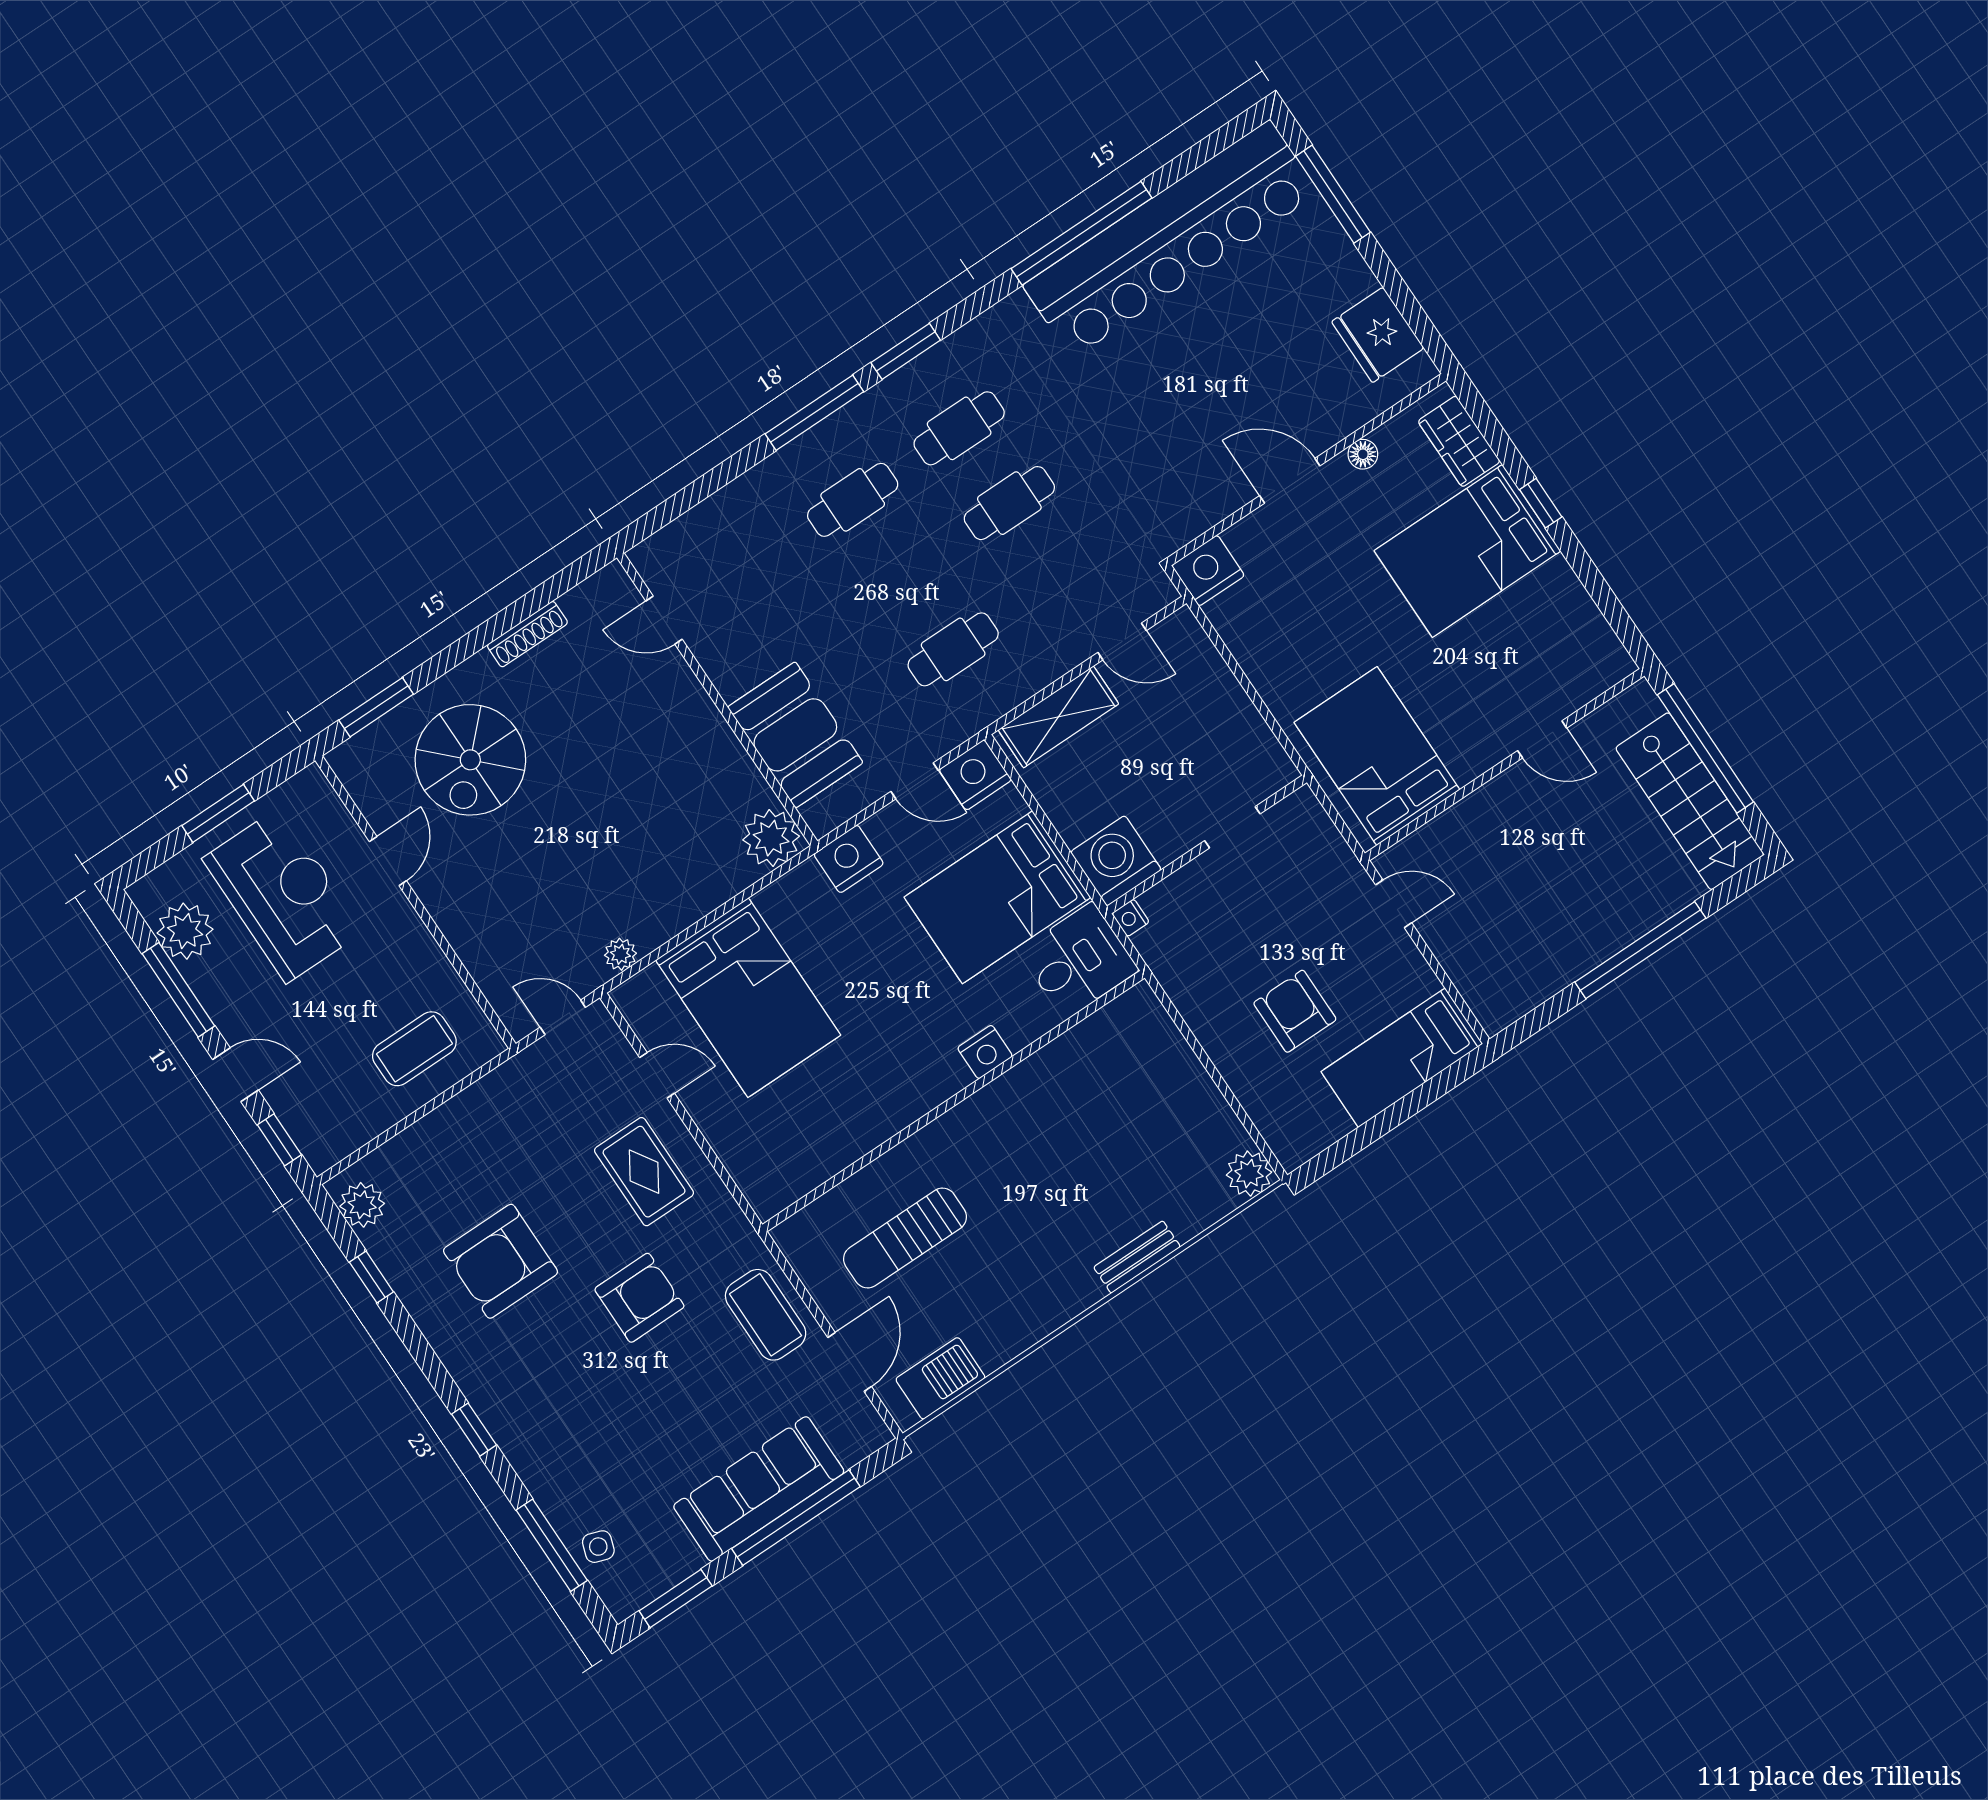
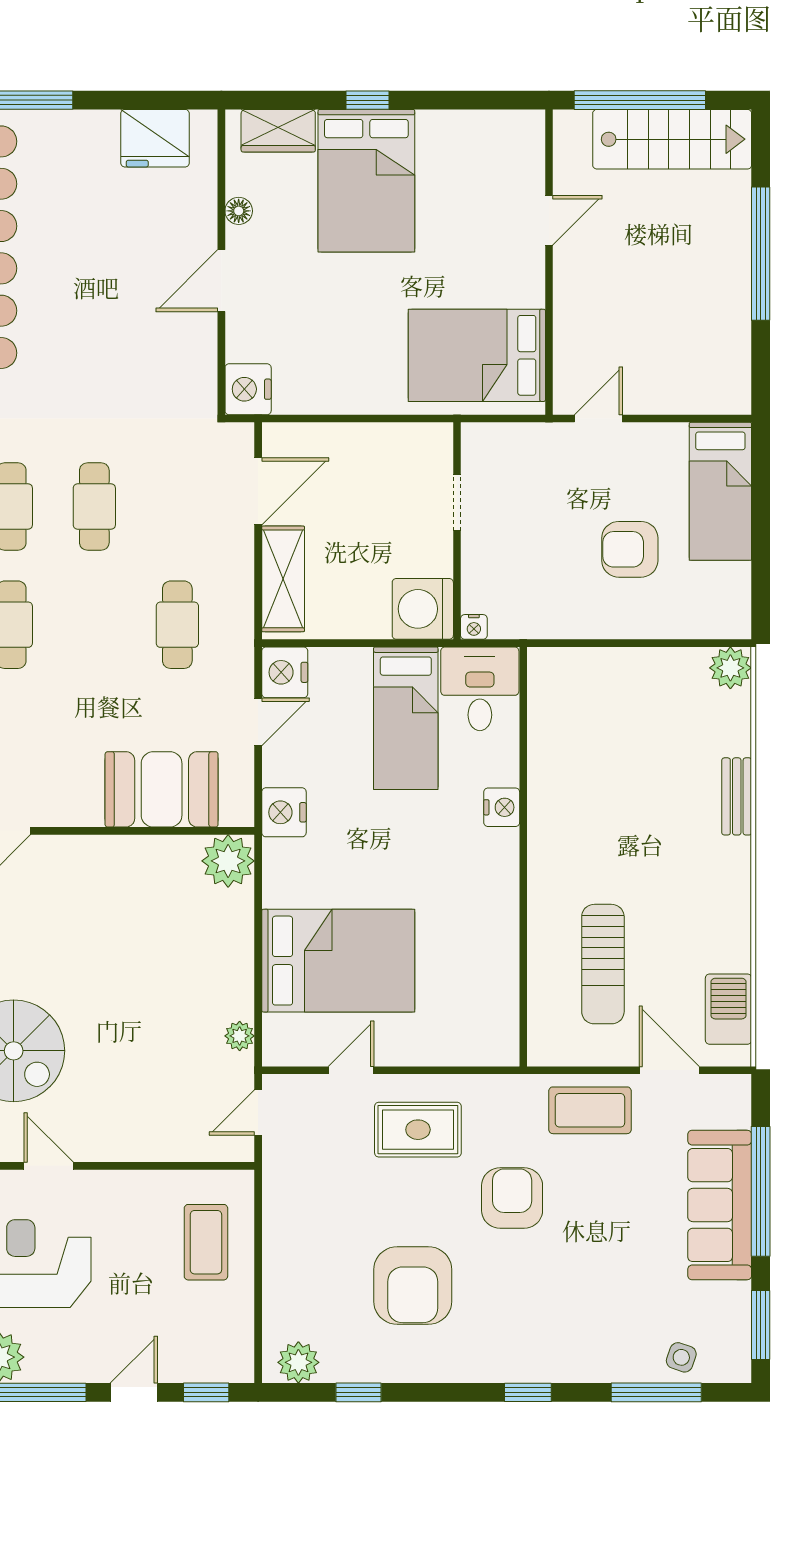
door: (1122, 641) -> (258, 491), width x1.38
bed: (997, 897) -> (406, 718), width x0.67

